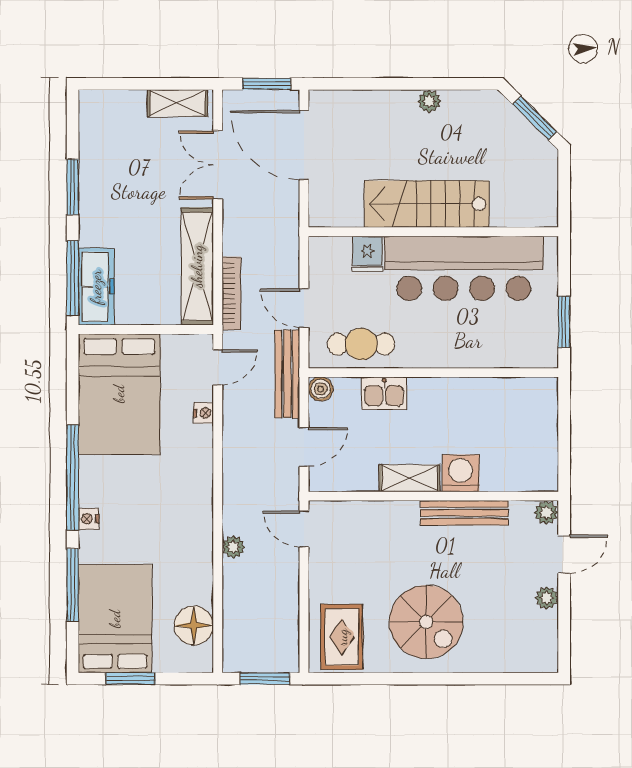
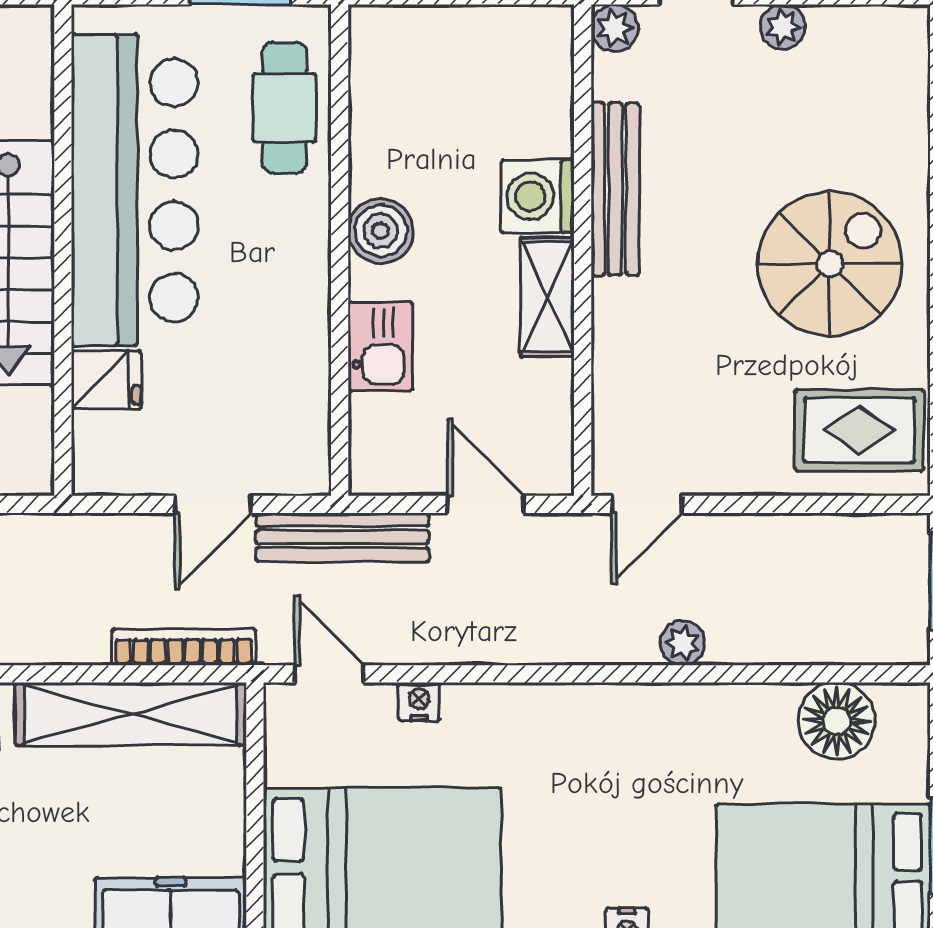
cafe table: (361, 344) -> (284, 108), moved
boiler: (321, 389) -> (381, 231), moved, width x1.36, depth x1.36

